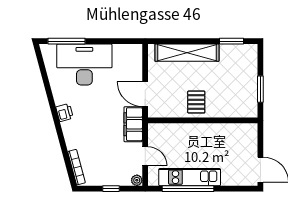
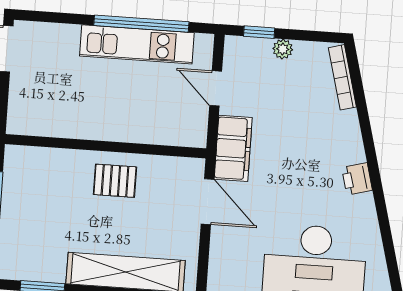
pallet: (196, 102) -> (115, 181), turned 90
plant: (137, 180) -> (283, 49), moved
window: (111, 189) -> (259, 32), moved

